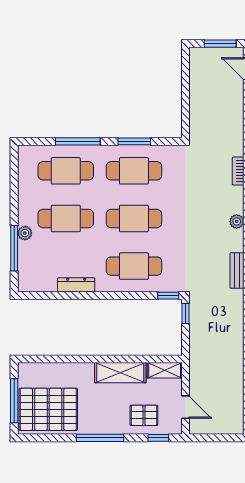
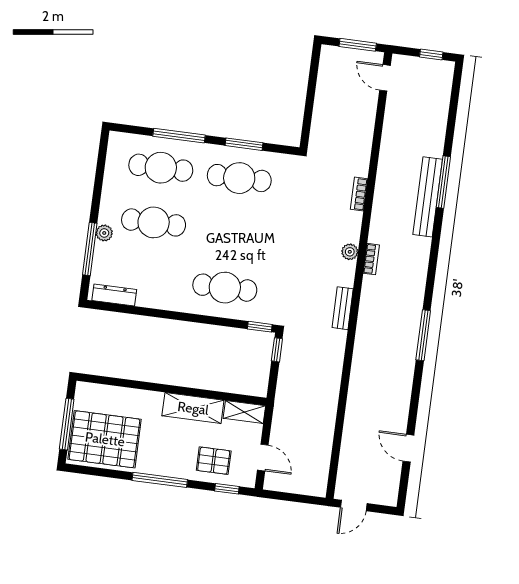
cafe table: (134, 218) -> (232, 233), removed
dresser: (76, 285) -> (114, 295), moved

